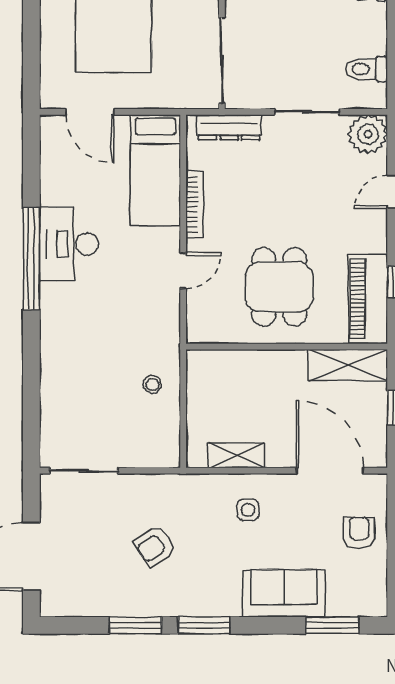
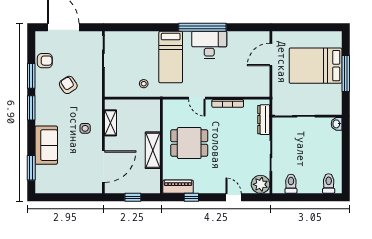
bed: (155, 170) -> (171, 57), moved, turned -90
piano: (368, 299) -> (178, 187), width x0.73, depth x0.75
shelving: (348, 365) -> (153, 150), moved
armchair: (359, 533) -> (45, 61), moved

